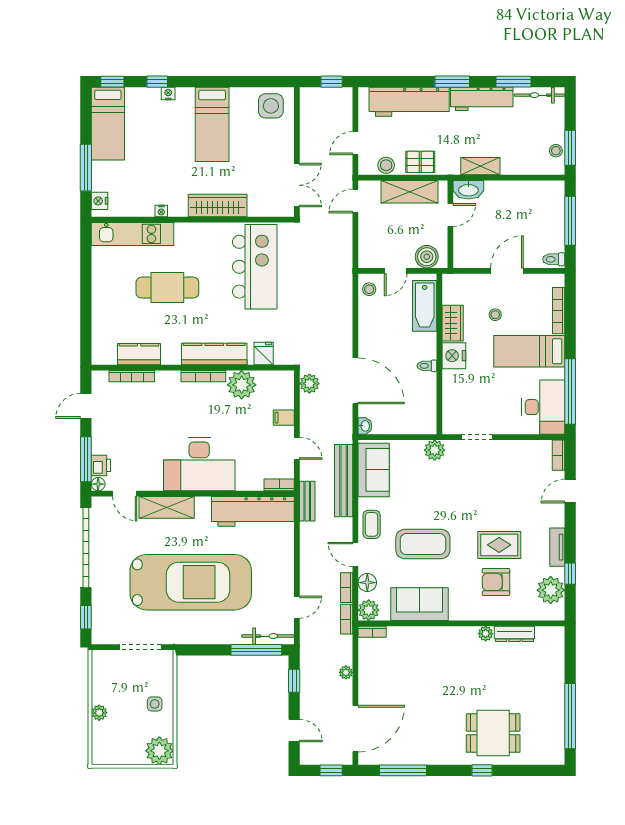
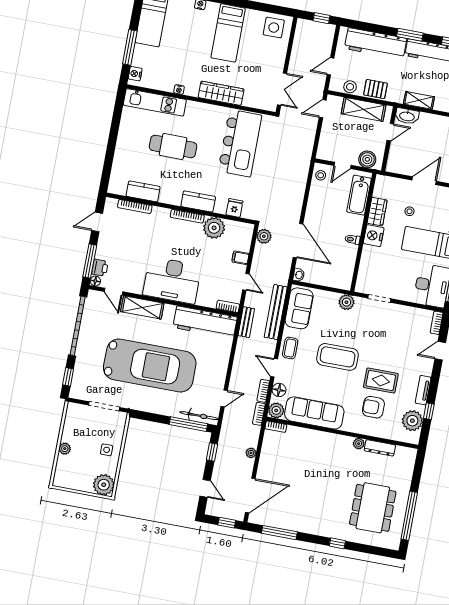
kitchen counter: (214, 354) -> (198, 202), width x0.67
coffee table: (423, 544) -> (338, 357), moved
sofa: (419, 604) -> (314, 413), width x1.36
dining table: (493, 733) -> (373, 508), moved, width x1.38

